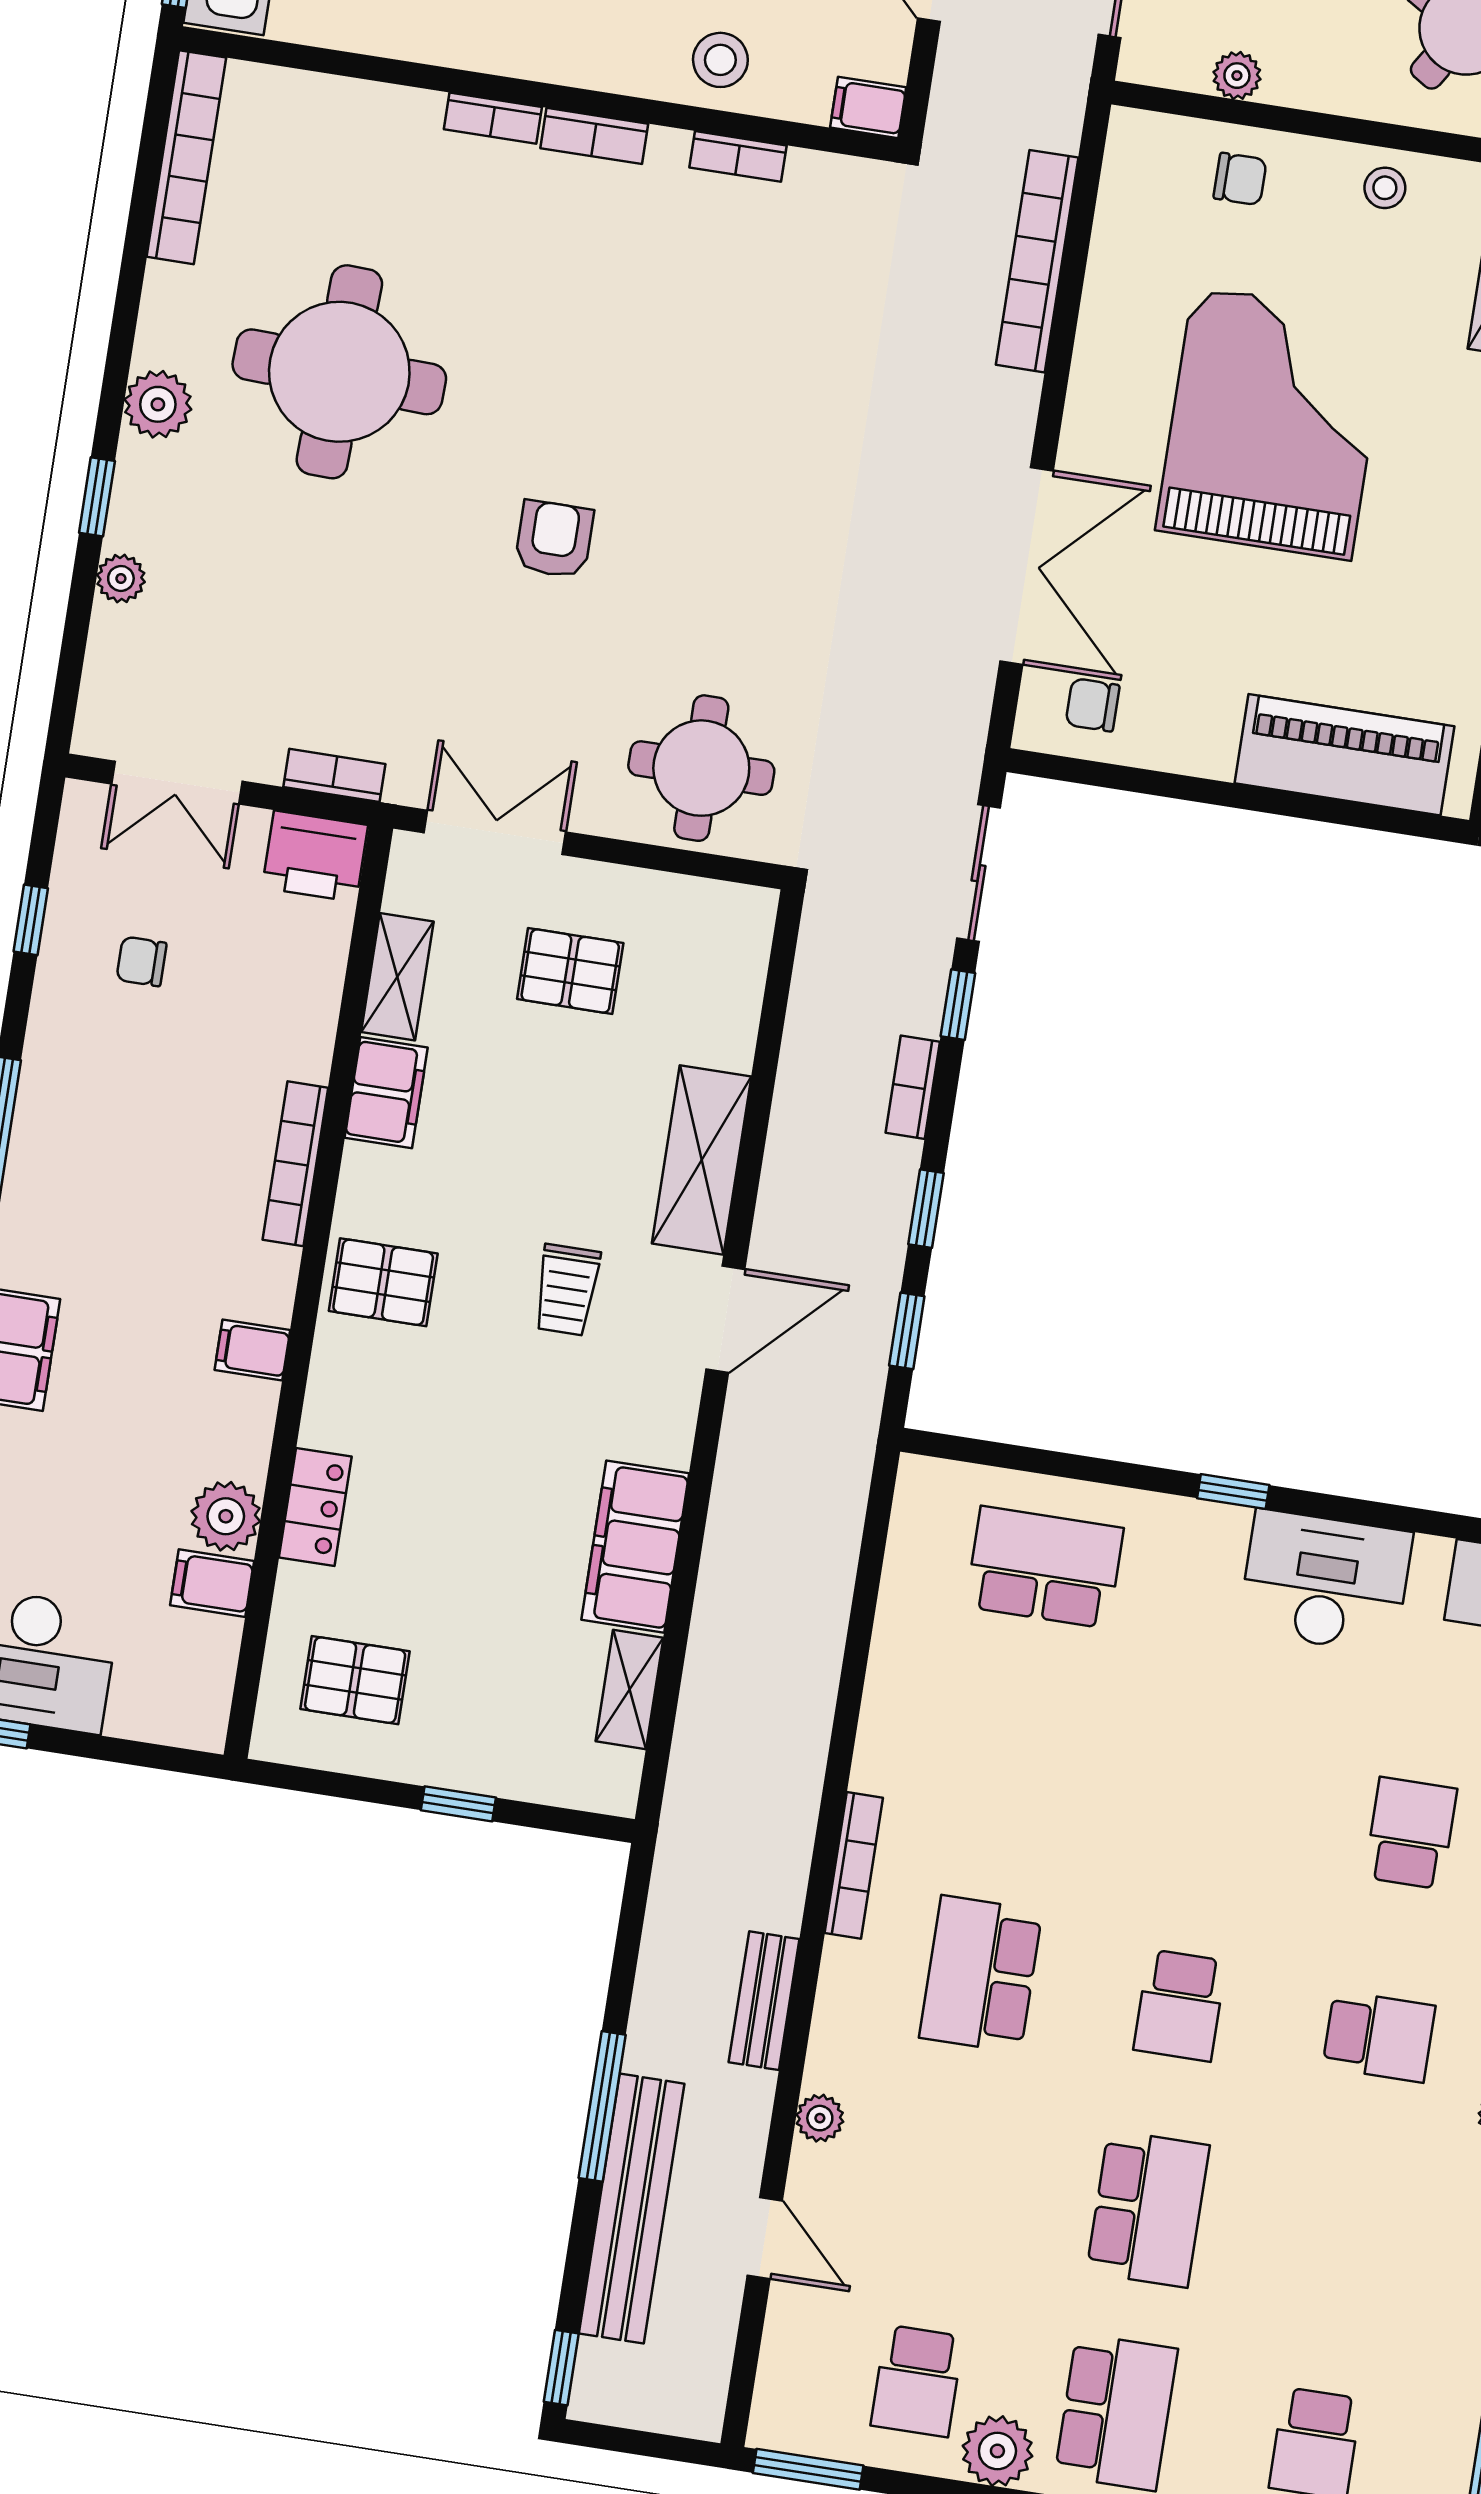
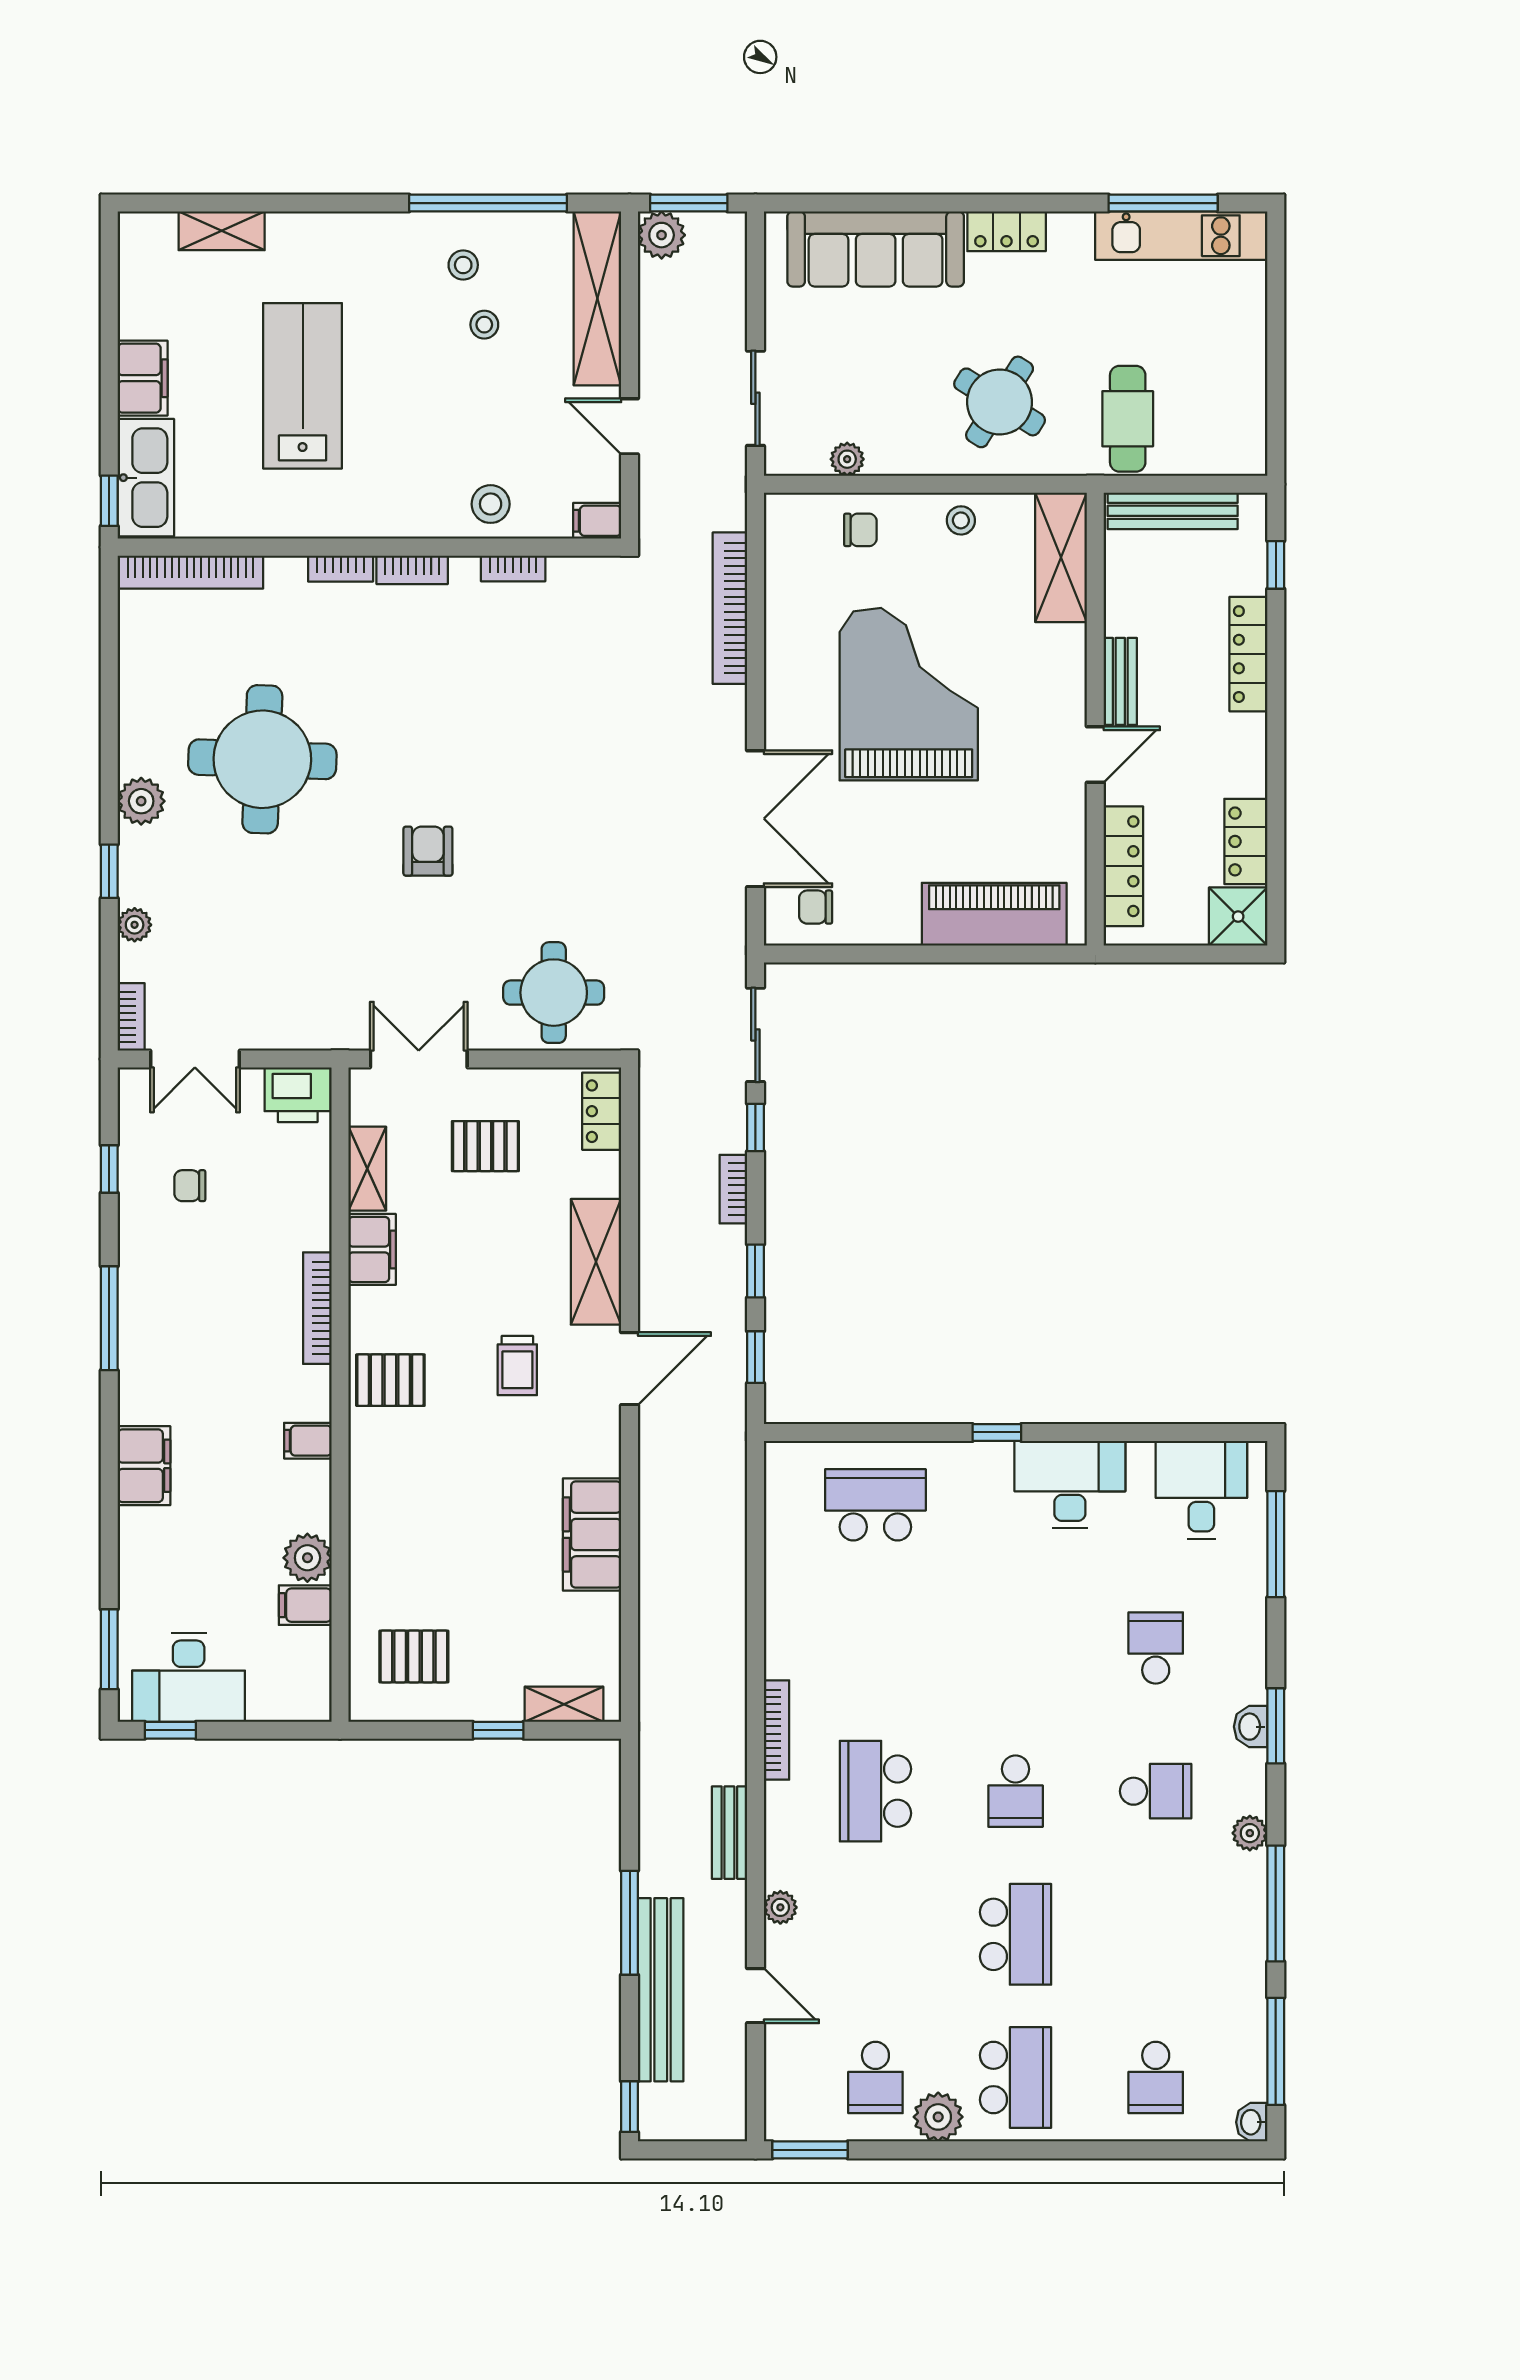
bookcase: (186, 157) -> (190, 572), moved, turned 90
bookcase: (334, 775) -> (131, 1017), moved, turned 90
locker: (315, 1507) -> (602, 1111), moved, turned 180
shelving: (629, 1690) -> (564, 1704), moved, turned 90

